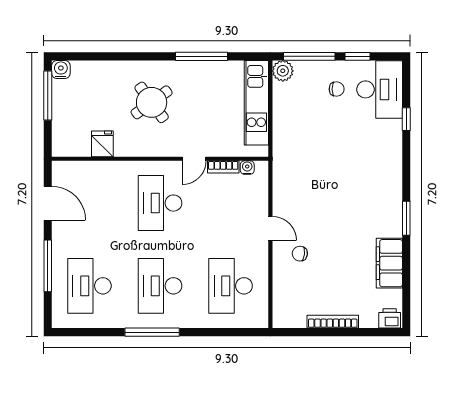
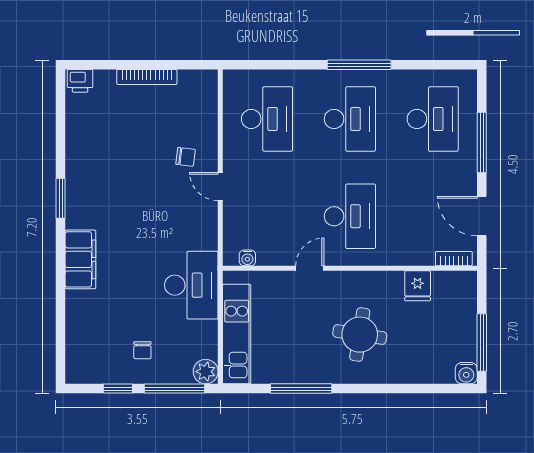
chair: (337, 89) -> (142, 350), turned -90
desk: (380, 89) -> (191, 285), moved, turned 180
round table: (152, 102) -> (360, 335), turned 45
window: (406, 119) -> (61, 315), removed
bookcase: (223, 167) -> (454, 259), moved
filing cabinet: (389, 263) -> (80, 259), moved

